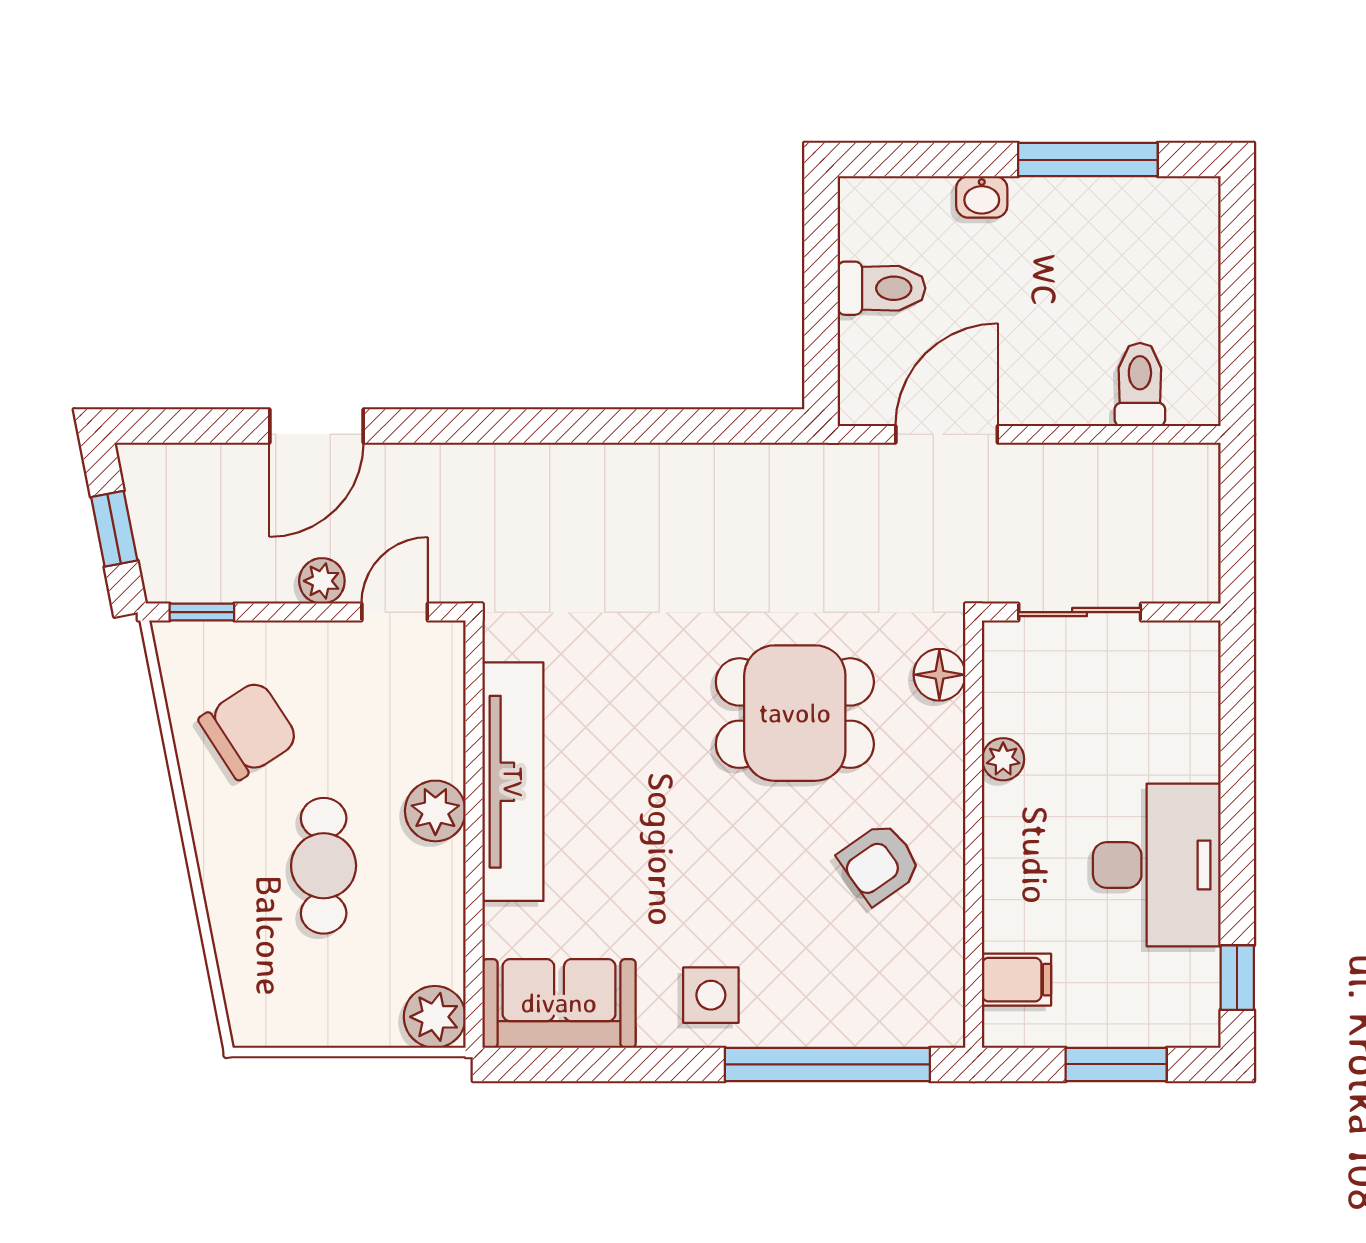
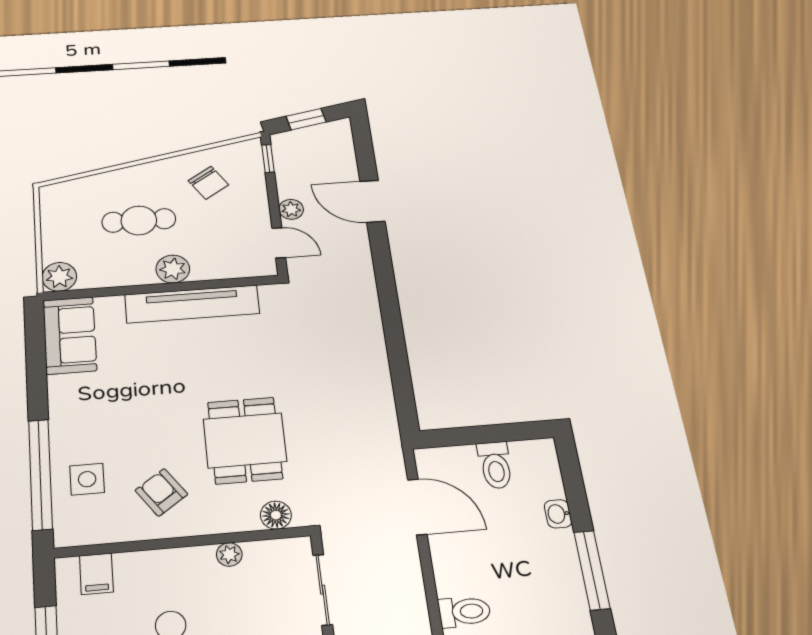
chair: (249, 730) -> (208, 183), width x0.73, depth x0.73
side table: (711, 995) -> (87, 479), moved

